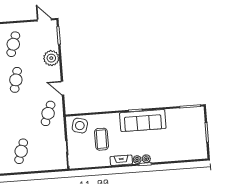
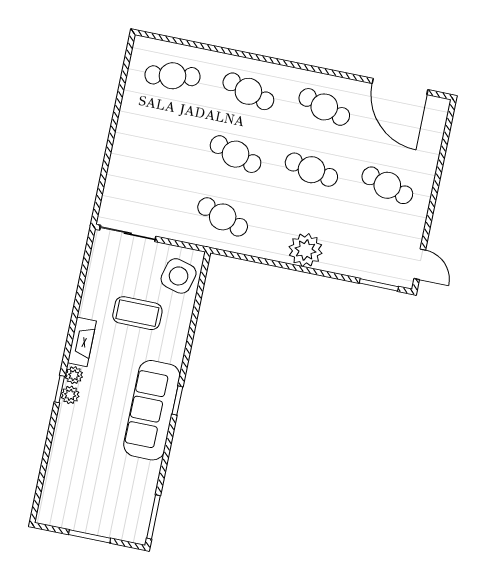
door: (44, 20) -> (420, 264), hinge flipped
plant: (51, 58) -> (306, 250), moved
door: (62, 88) -> (267, 262), removed
cafe table: (21, 151) -> (236, 154), moved

